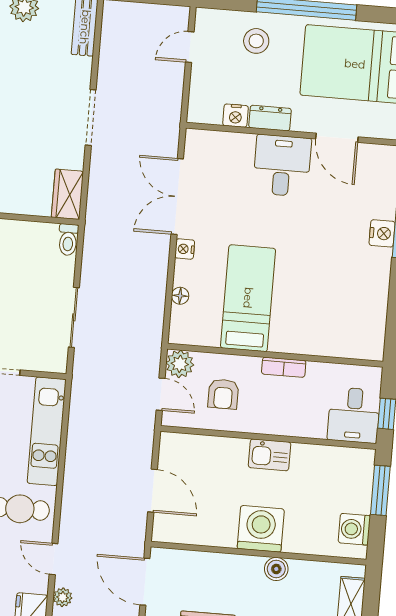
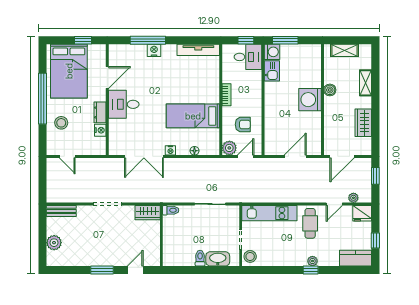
tv unit: (376, 320) -> (198, 50), added
kitchen sink: (270, 455) -> (272, 71), moved
washing machine: (354, 529) -> (272, 52), moved, turned -90

